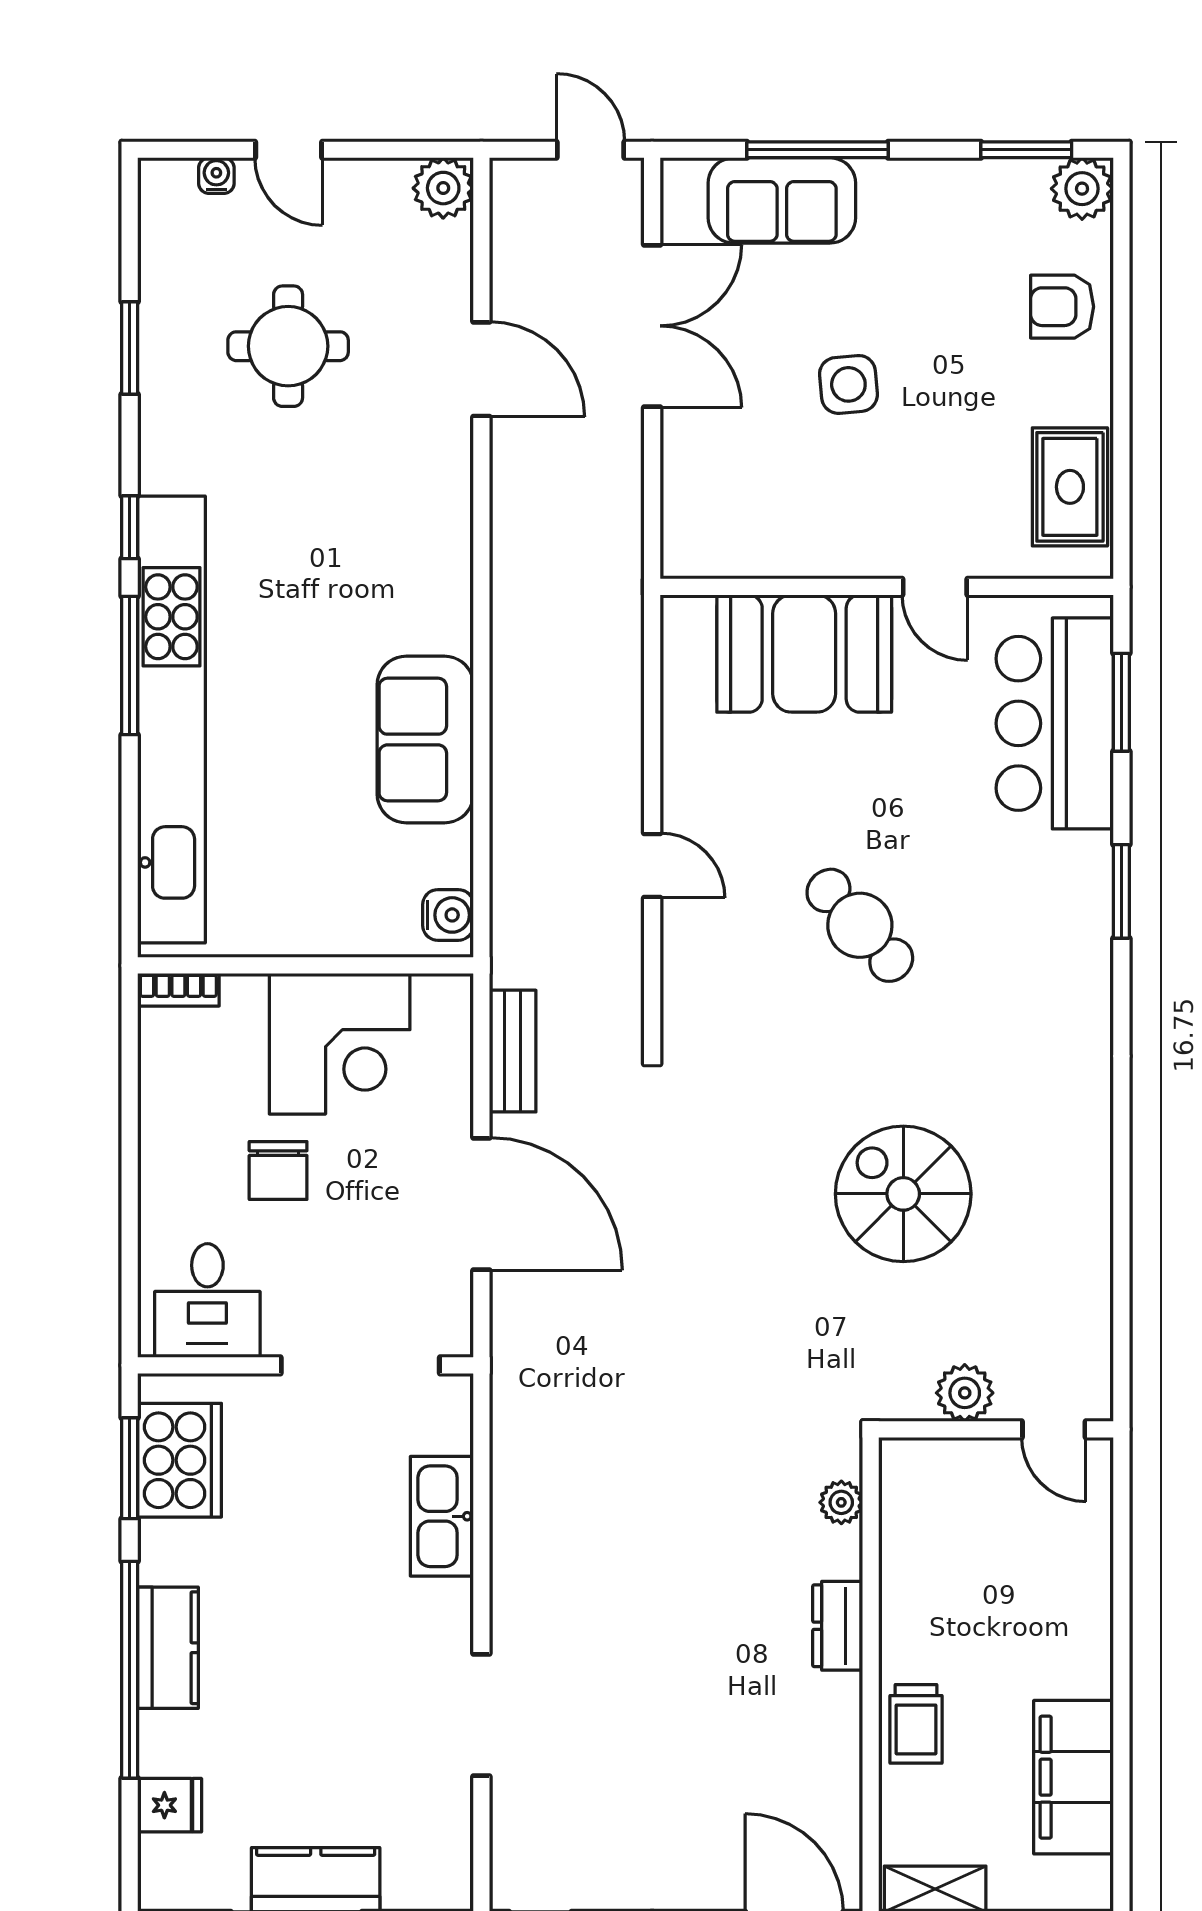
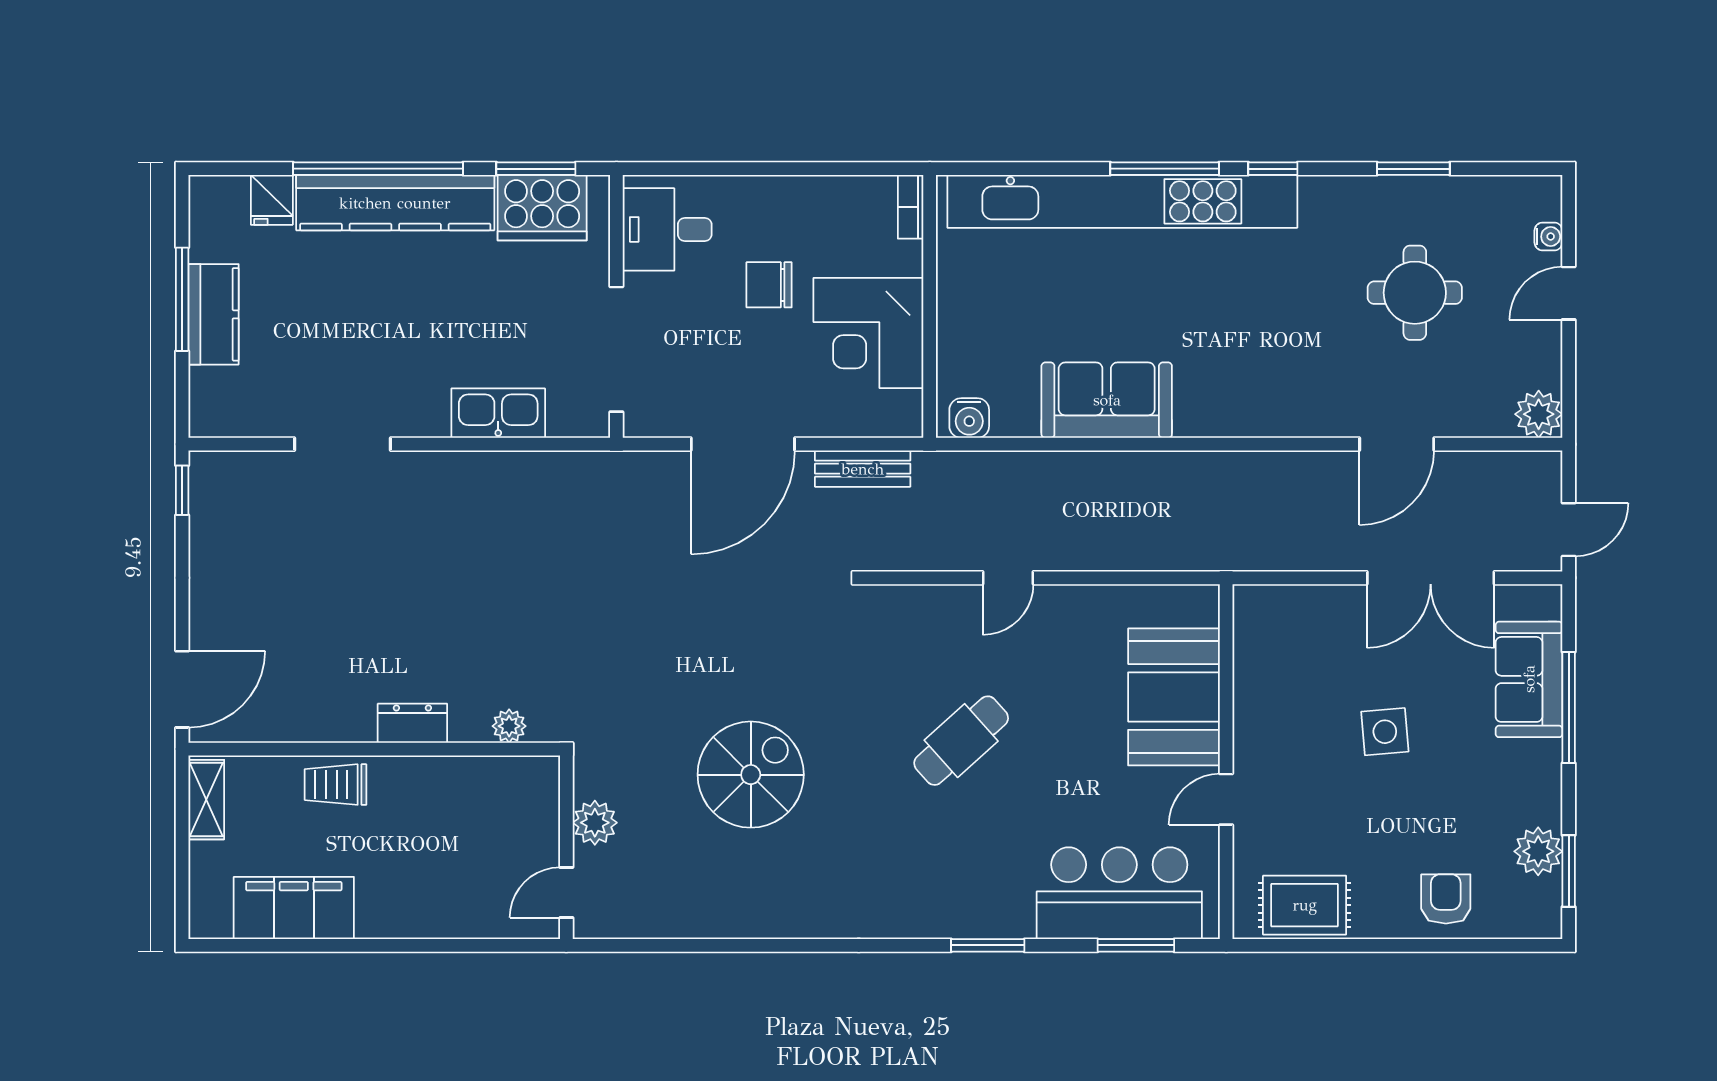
plant: (1082, 189) -> (1538, 851), moved
kitchen counter: (168, 1648) -> (395, 203), width x2.08, depth x1.17

